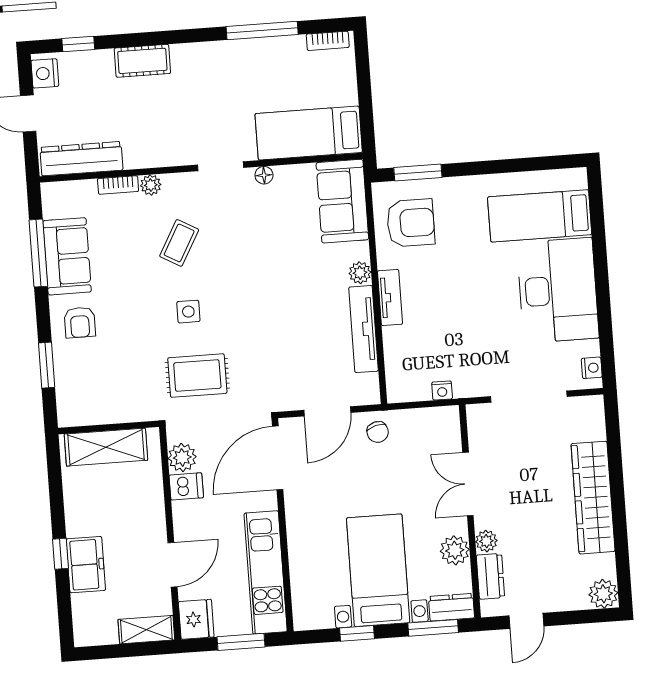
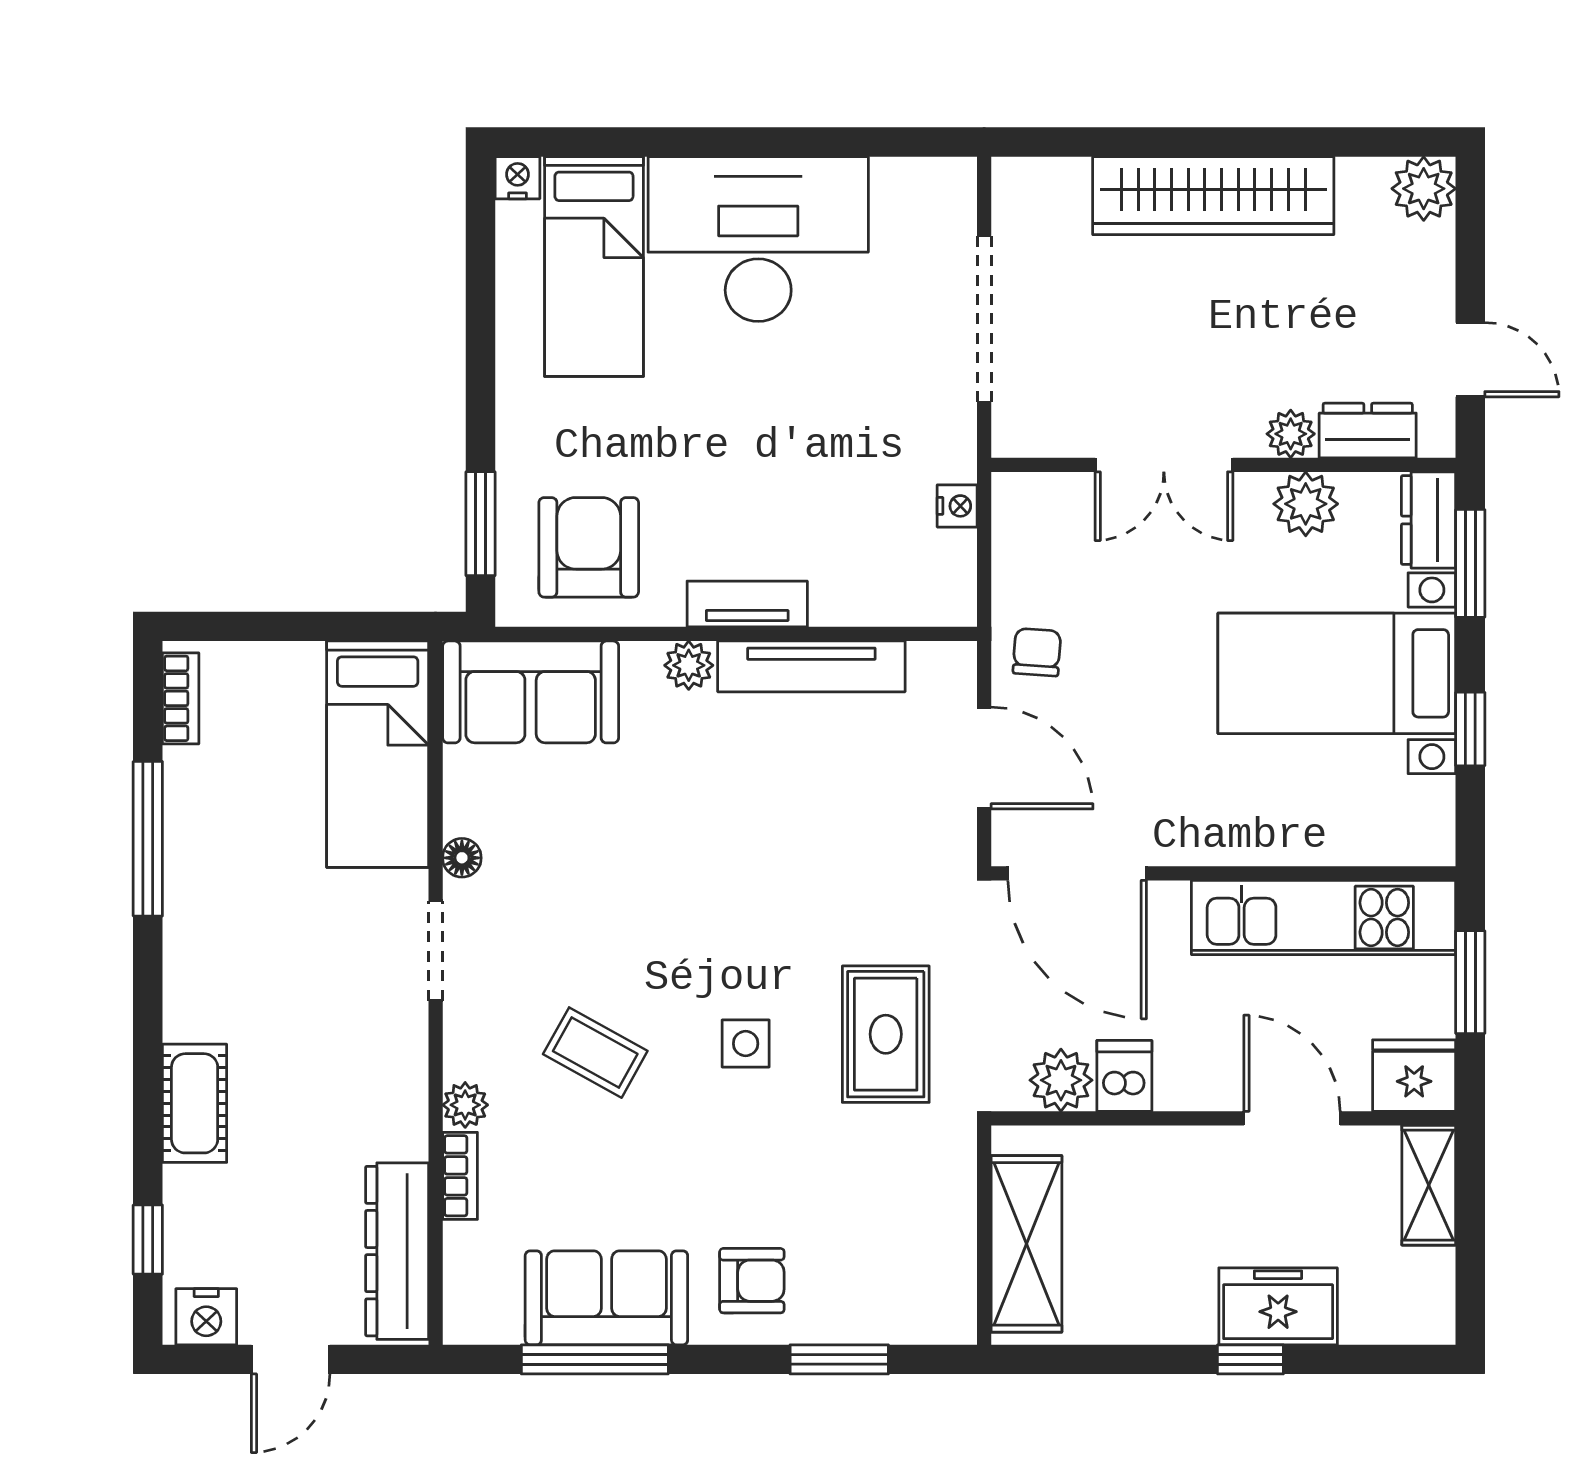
nightstand: (592, 368) -> (518, 178), moved
chair: (378, 432) -> (1037, 652), turned -71

